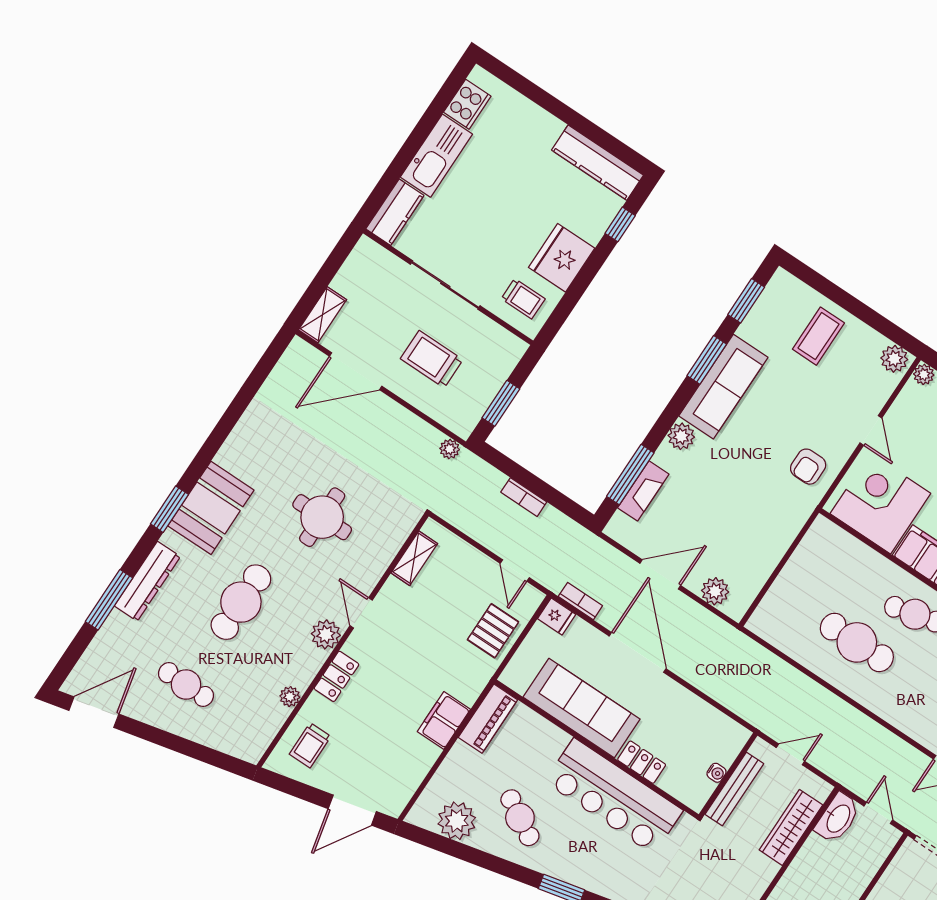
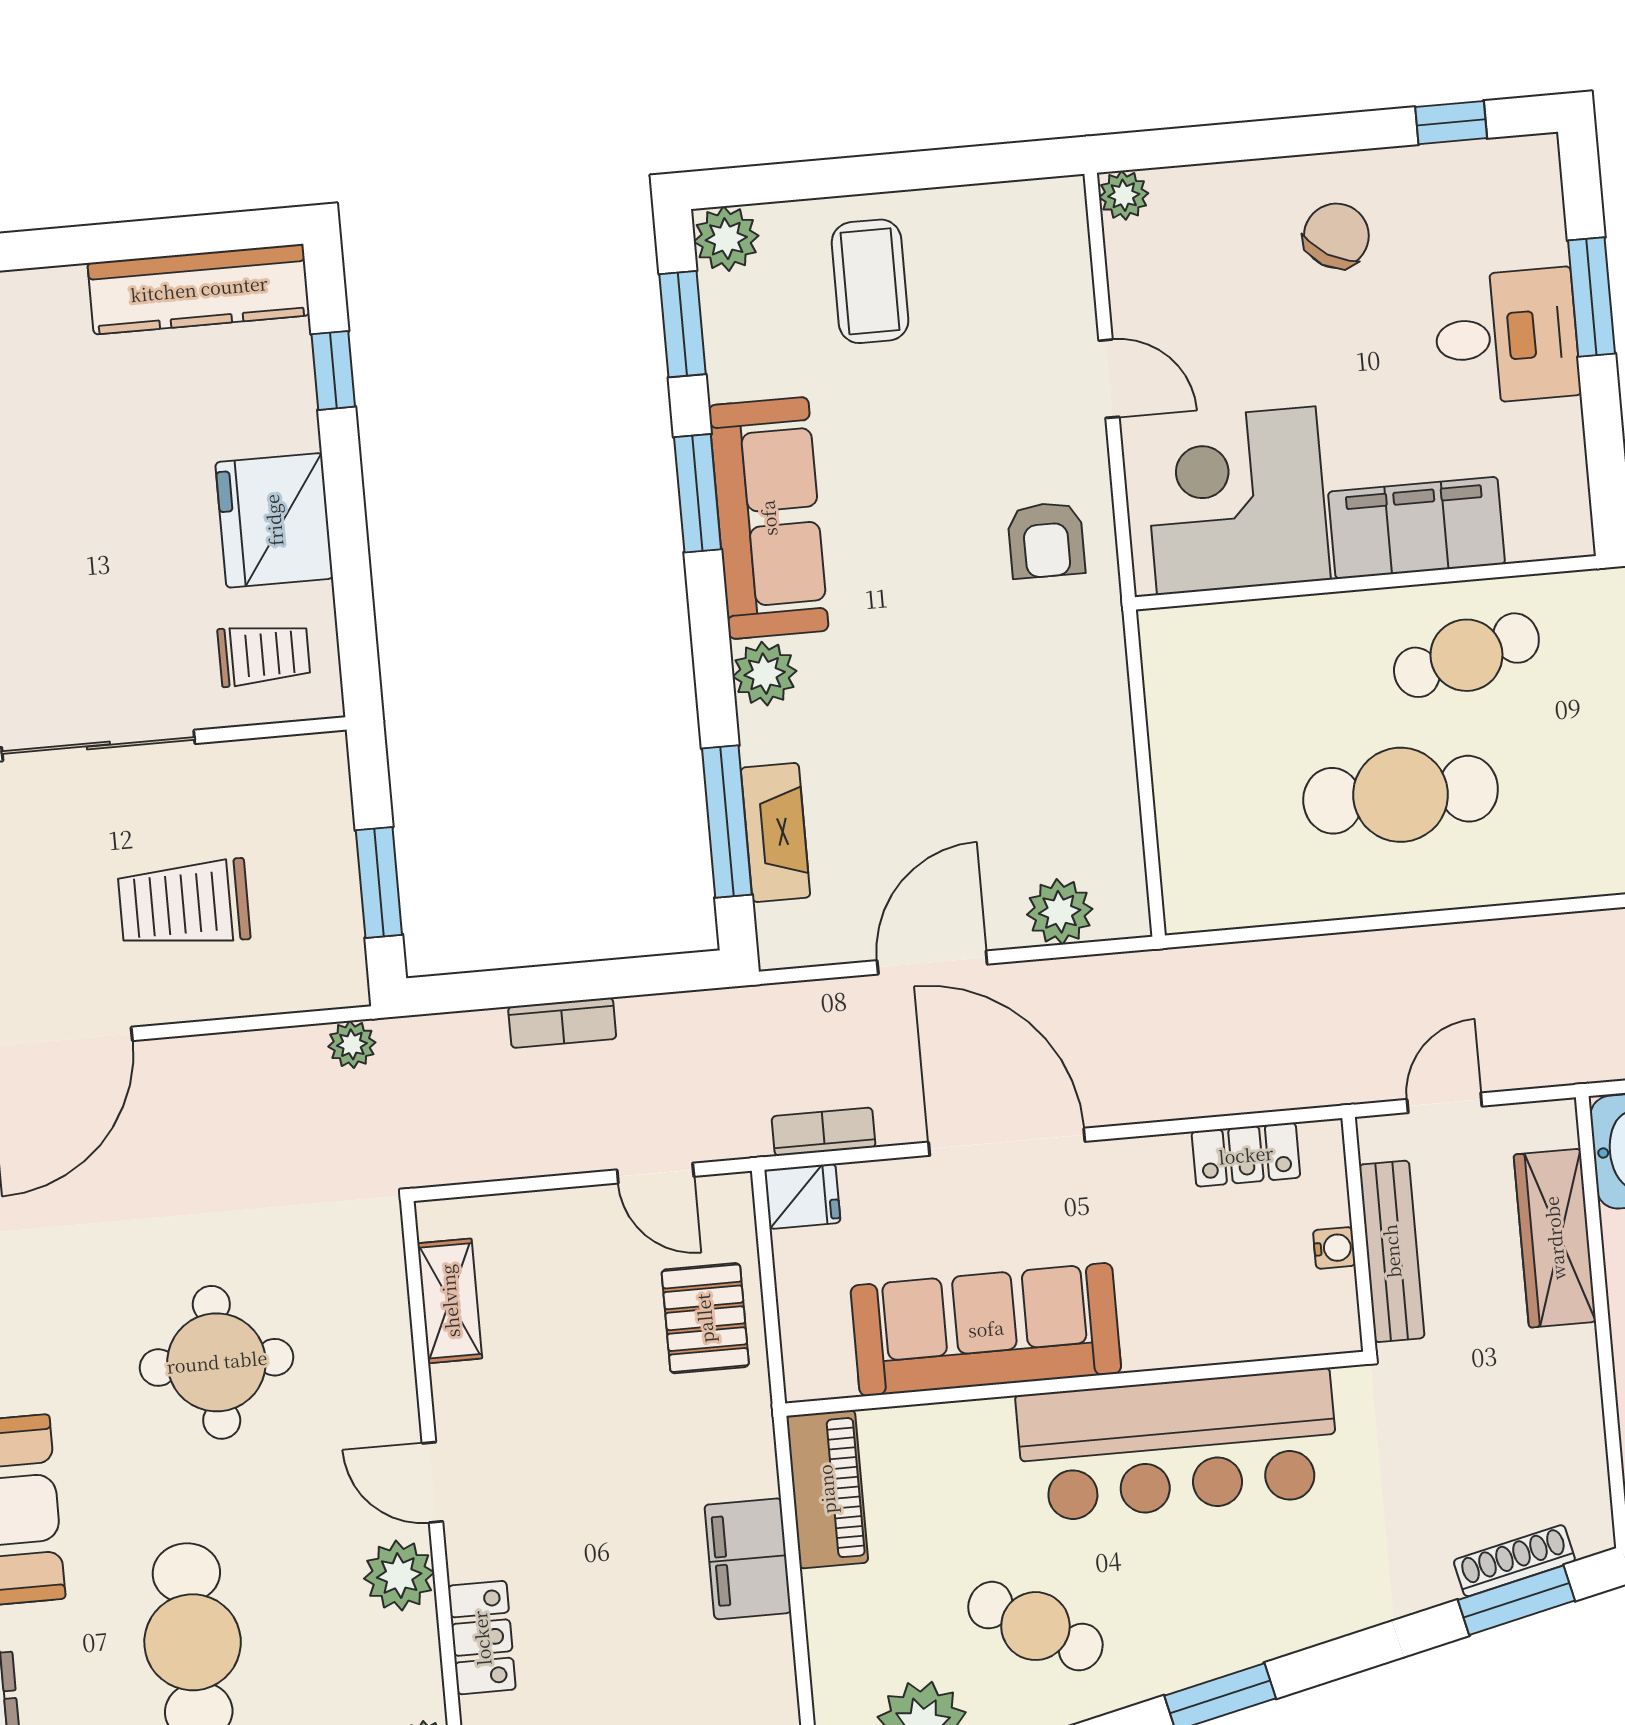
plant: (894, 359) -> (726, 239), moved
locker: (642, 762) -> (1246, 1155), moved, turned 180

